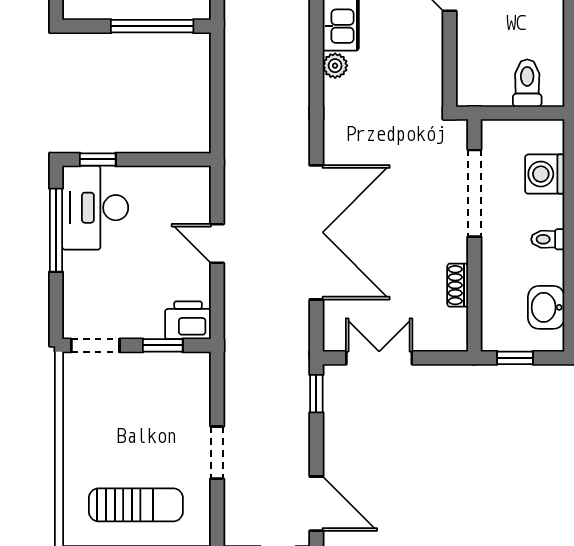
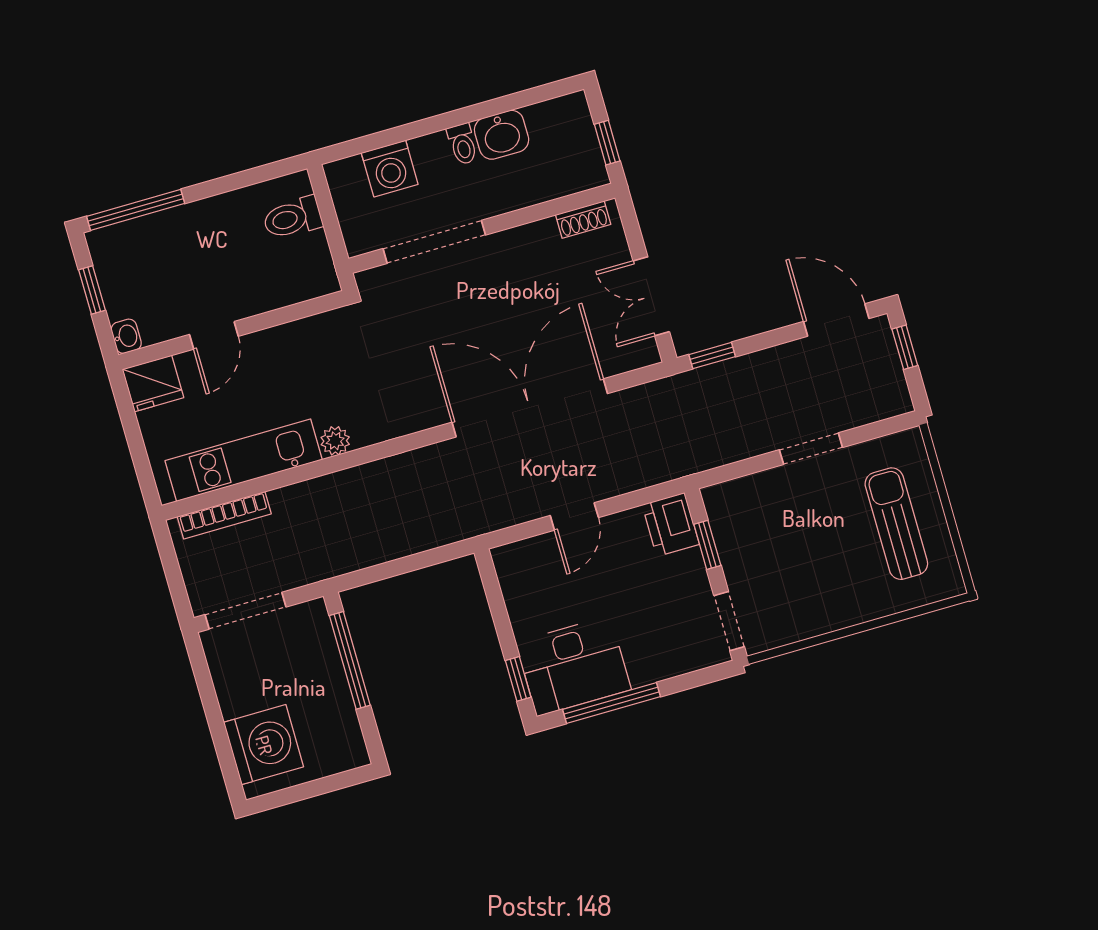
shoe rack: (458, 285) -> (583, 220), moved
washbasin: (546, 307) -> (502, 135), moved
door: (316, 504) -> (836, 320), hinge flipped

